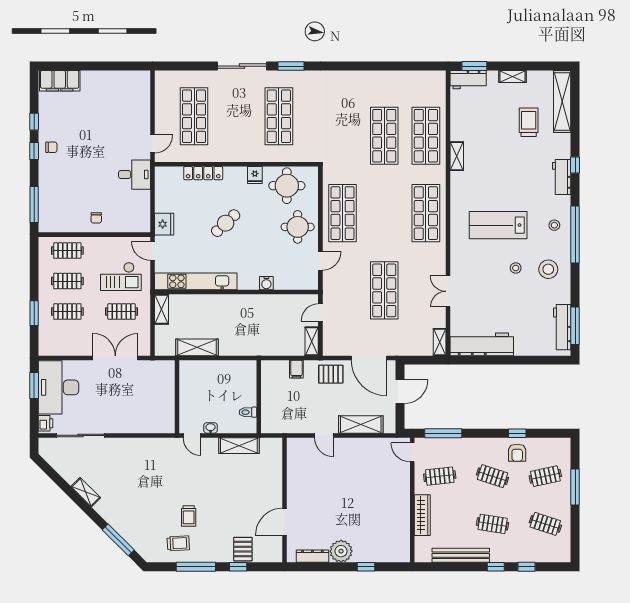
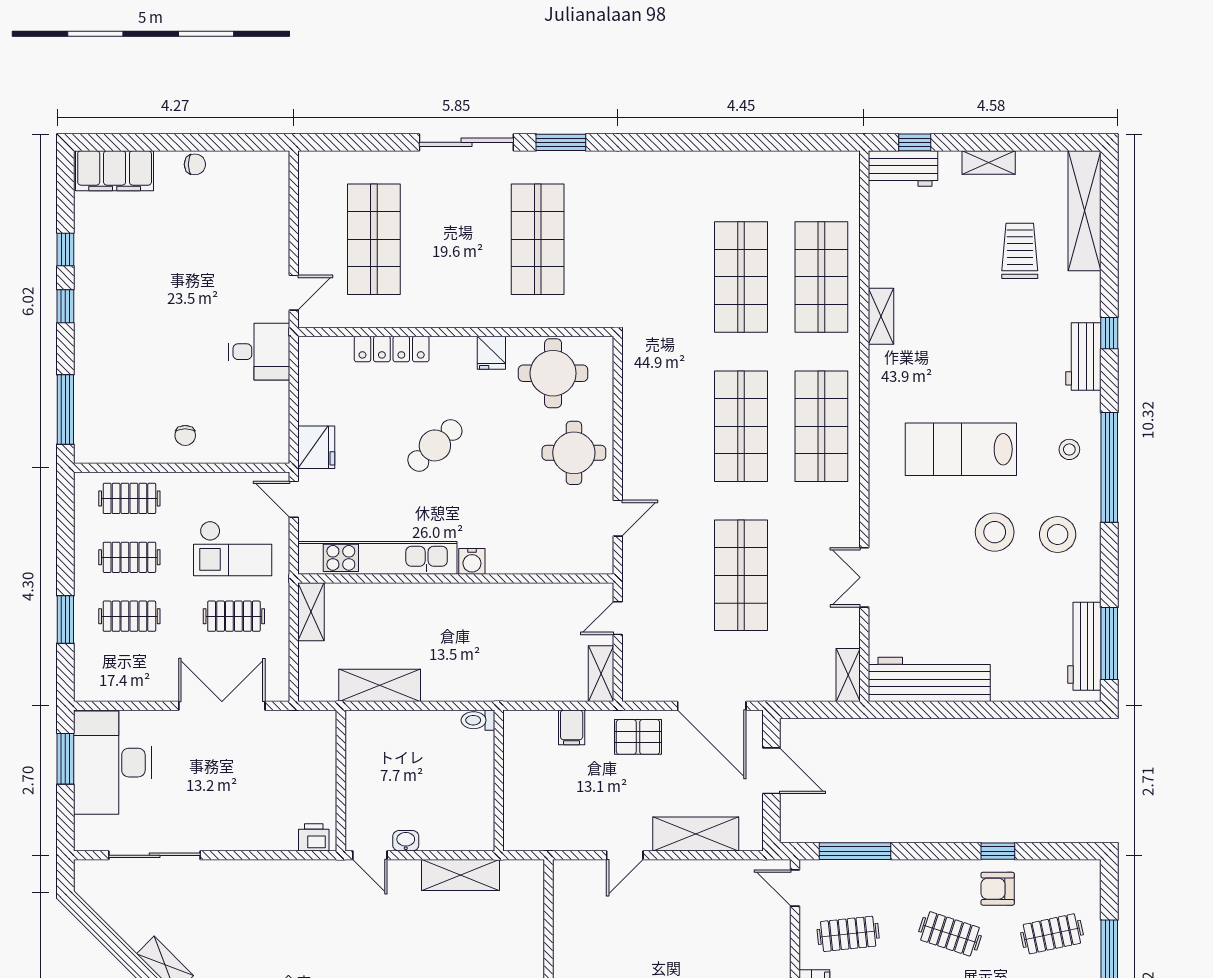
window: (474, 66) -> (915, 142), width x0.67
chair: (51, 147) -> (195, 164), moved
shop shelf: (343, 213) -> (741, 426), moved
stool: (516, 268) -> (995, 532), width x1.89, depth x1.89
water cooler: (266, 283) -> (472, 561), moved
door: (400, 392) -> (771, 771), hinge flipped
toilet: (248, 412) -> (478, 720), moved
printer: (46, 423) -> (314, 837), moved, turned -90
door: (324, 435) -> (625, 855), hinge flipped
armchair: (517, 453) -> (998, 889), turned 90

